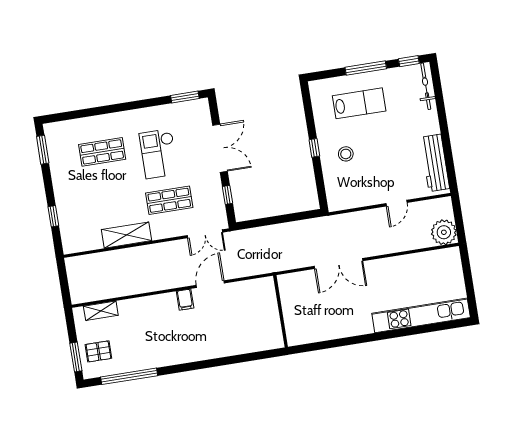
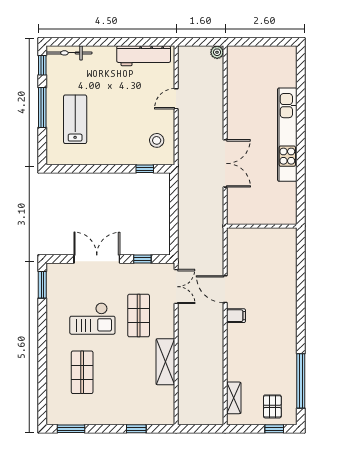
window: (314, 148) -> (145, 169), moved
stool: (346, 154) -> (157, 140), moved
door: (396, 203) -> (176, 99), swing flipped
plant: (444, 232) -> (217, 52), width x0.53, depth x0.53
kitchen unit: (421, 315) -> (287, 135), moved
window: (76, 357) -> (274, 429), width x0.67

